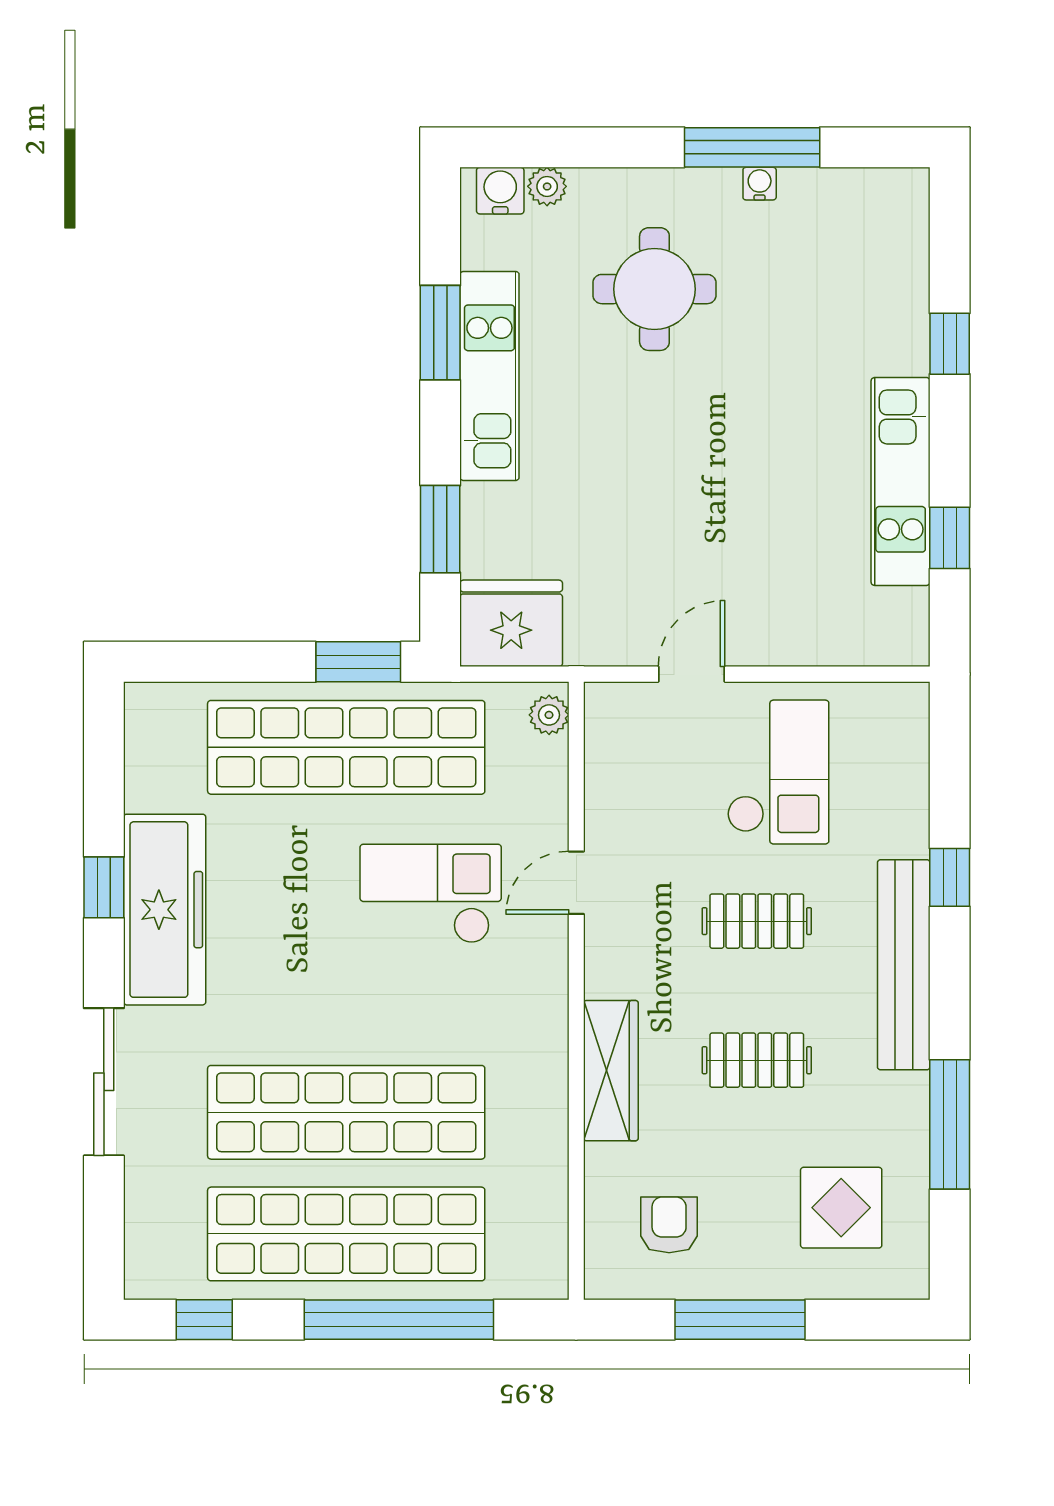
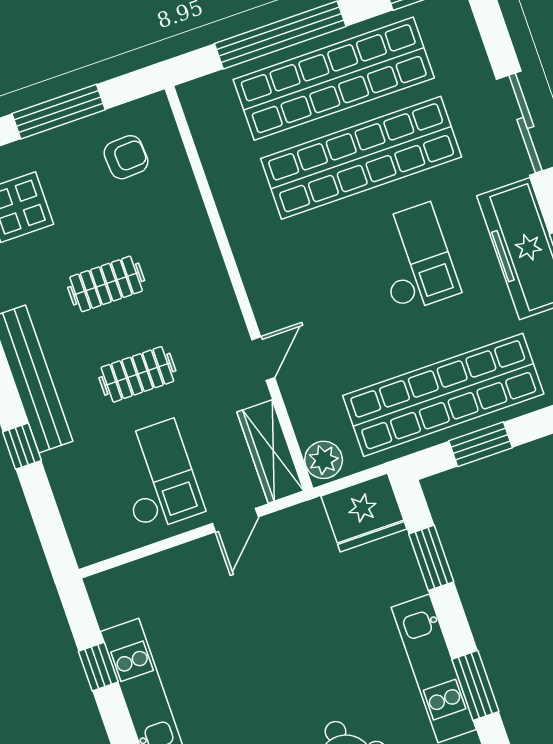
window: (358, 662) -> (481, 444), moved
plant: (549, 715) -> (324, 460), width x1.38, depth x1.38
checkout: (778, 772) -> (157, 476), turned 180
checkout: (431, 894) -> (414, 258), moved, turned -90
wardrobe: (611, 1071) -> (270, 451), moved
armchair: (669, 1225) -> (126, 157), turned -93

